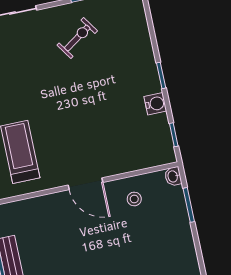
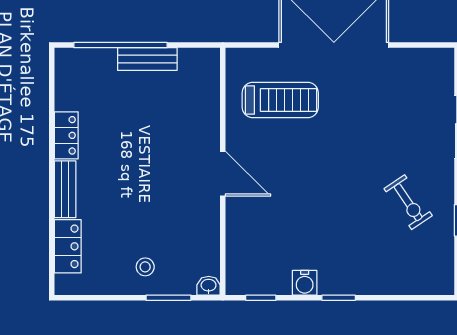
door: (85, 184) -> (223, 174), swing flipped
stool: (134, 199) -> (145, 267), moved

